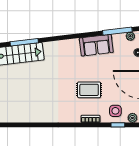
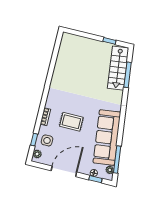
sofa: (96, 45) -> (107, 138), width x1.85, depth x1.27
rug: (89, 90) -> (71, 122), turned 90

